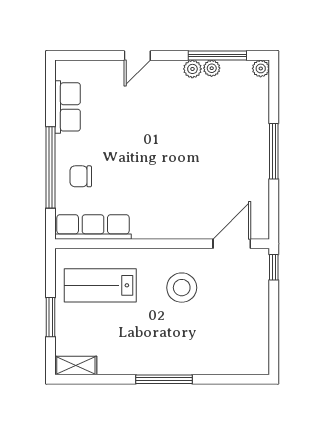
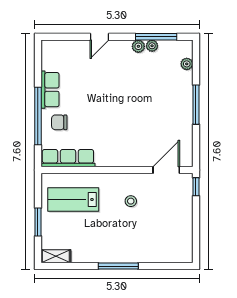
plant: (261, 68) -> (187, 64), moved
row of seats: (68, 107) -> (50, 90), moved
stool: (182, 288) -> (131, 201), width x0.53, depth x0.53

